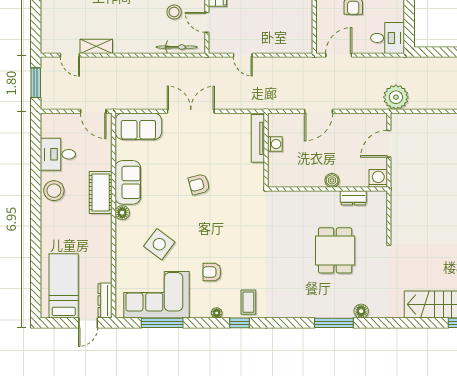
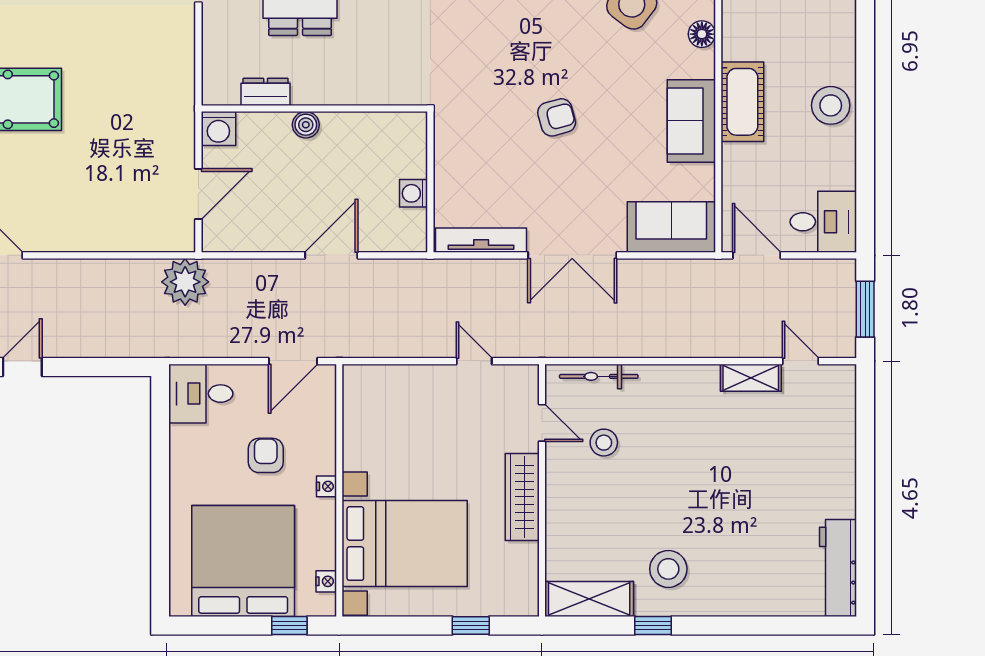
tv unit: (258, 138) -> (481, 240), moved, turned -90
desk: (58, 154) -> (823, 222), moved
floor lamp: (122, 213) -> (702, 34), moved

